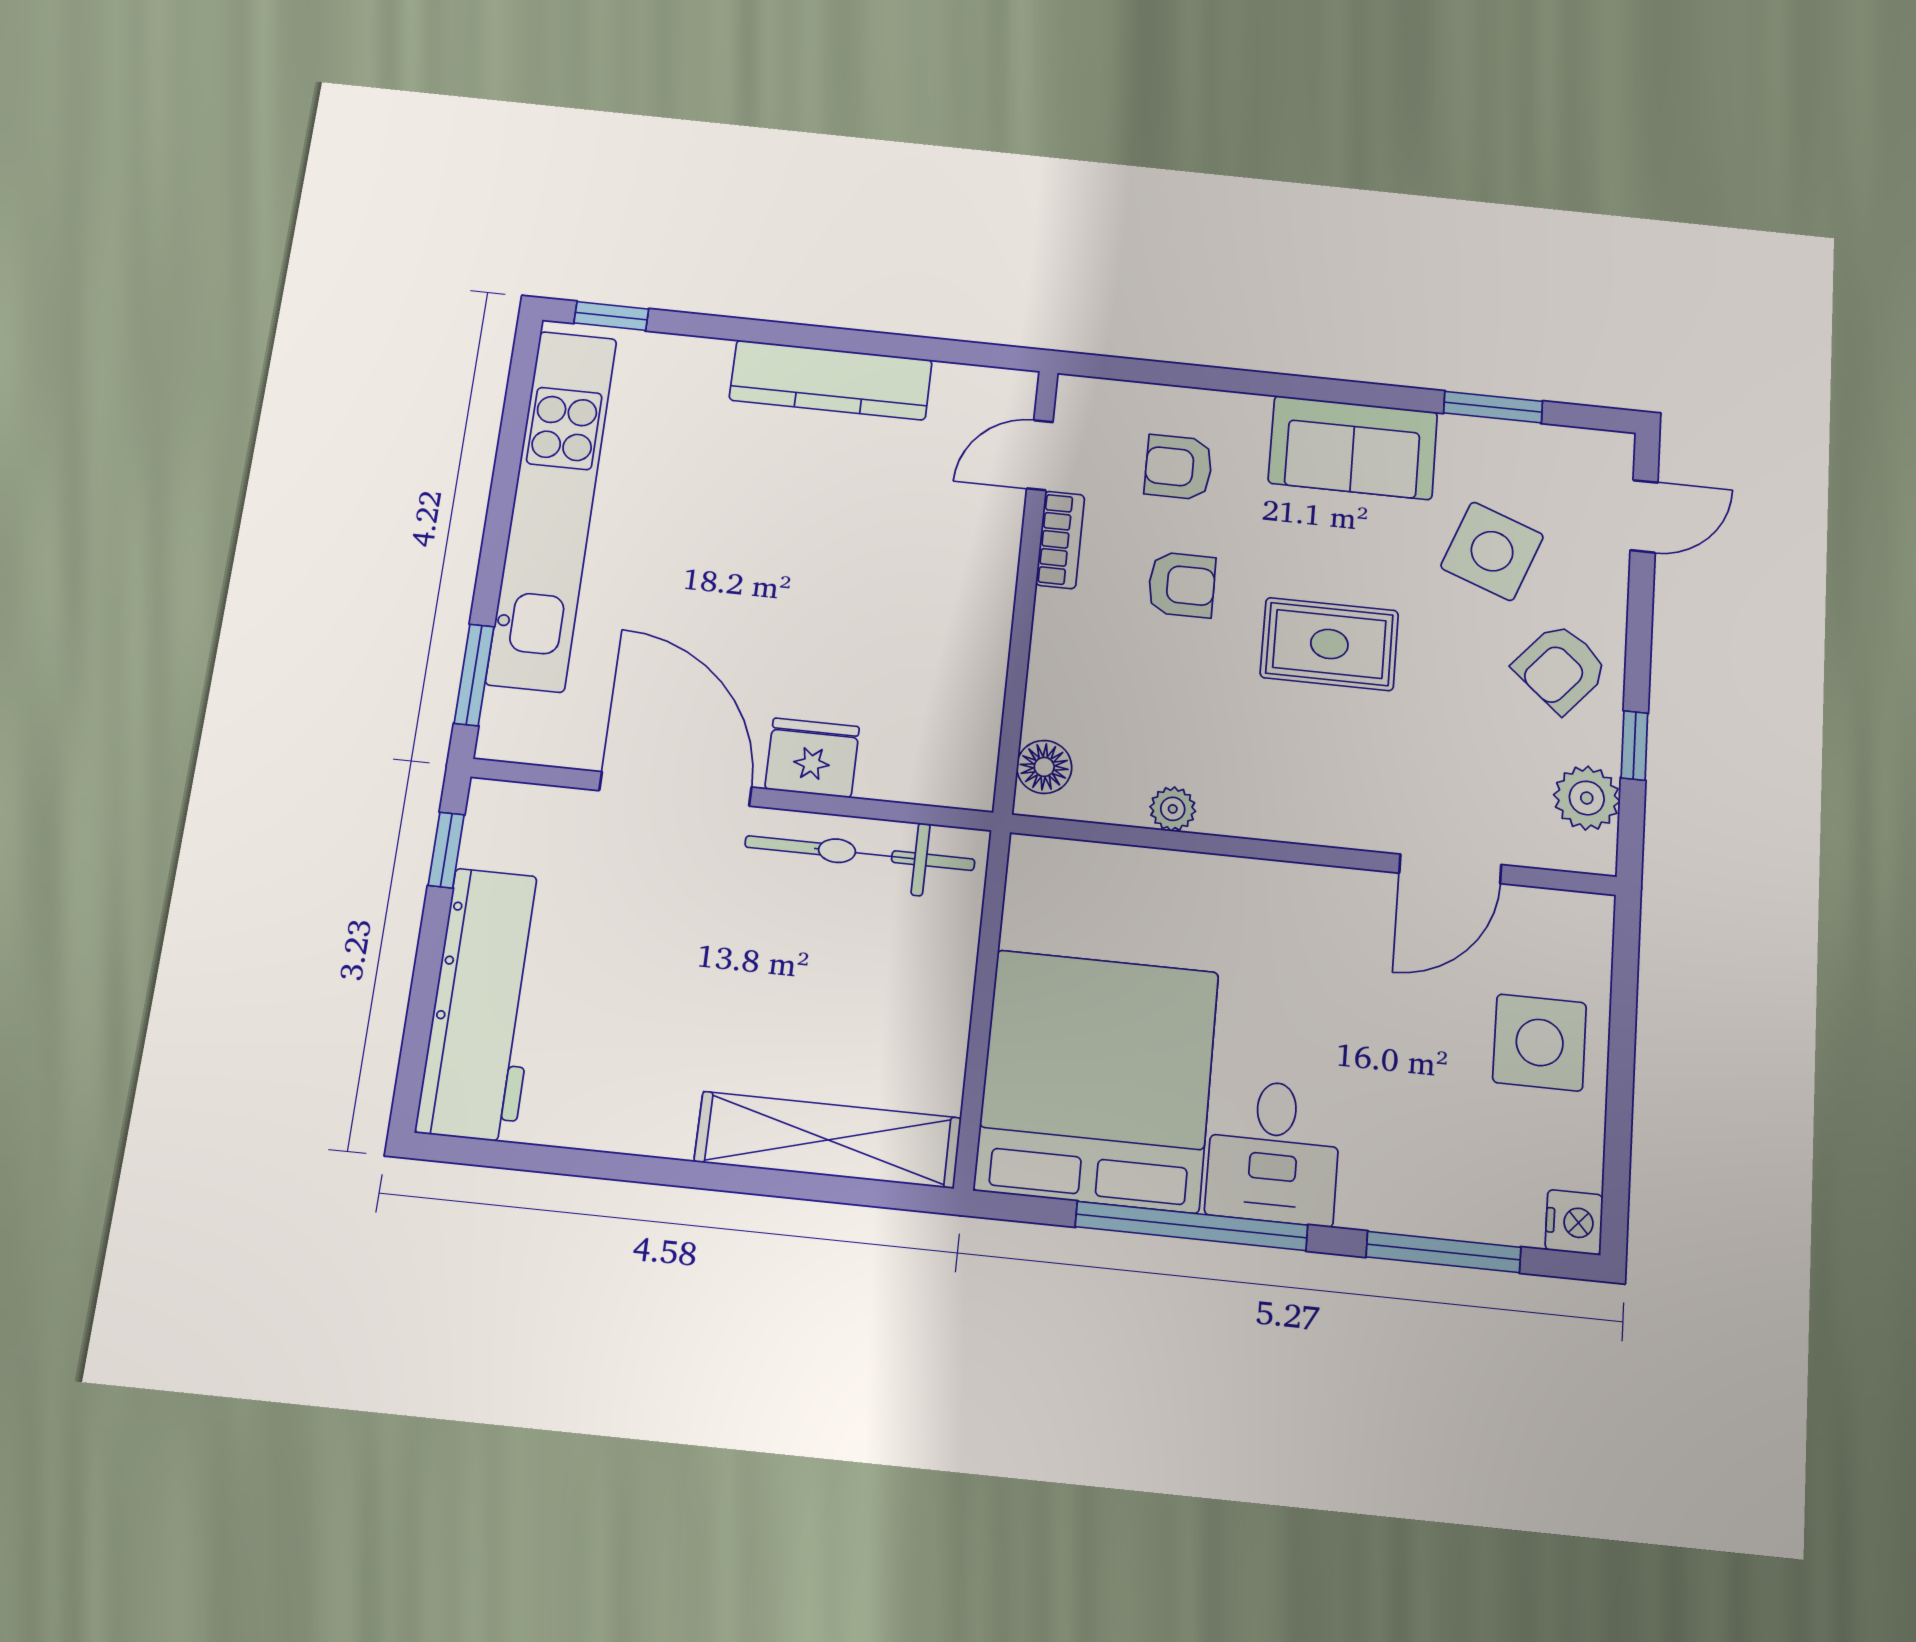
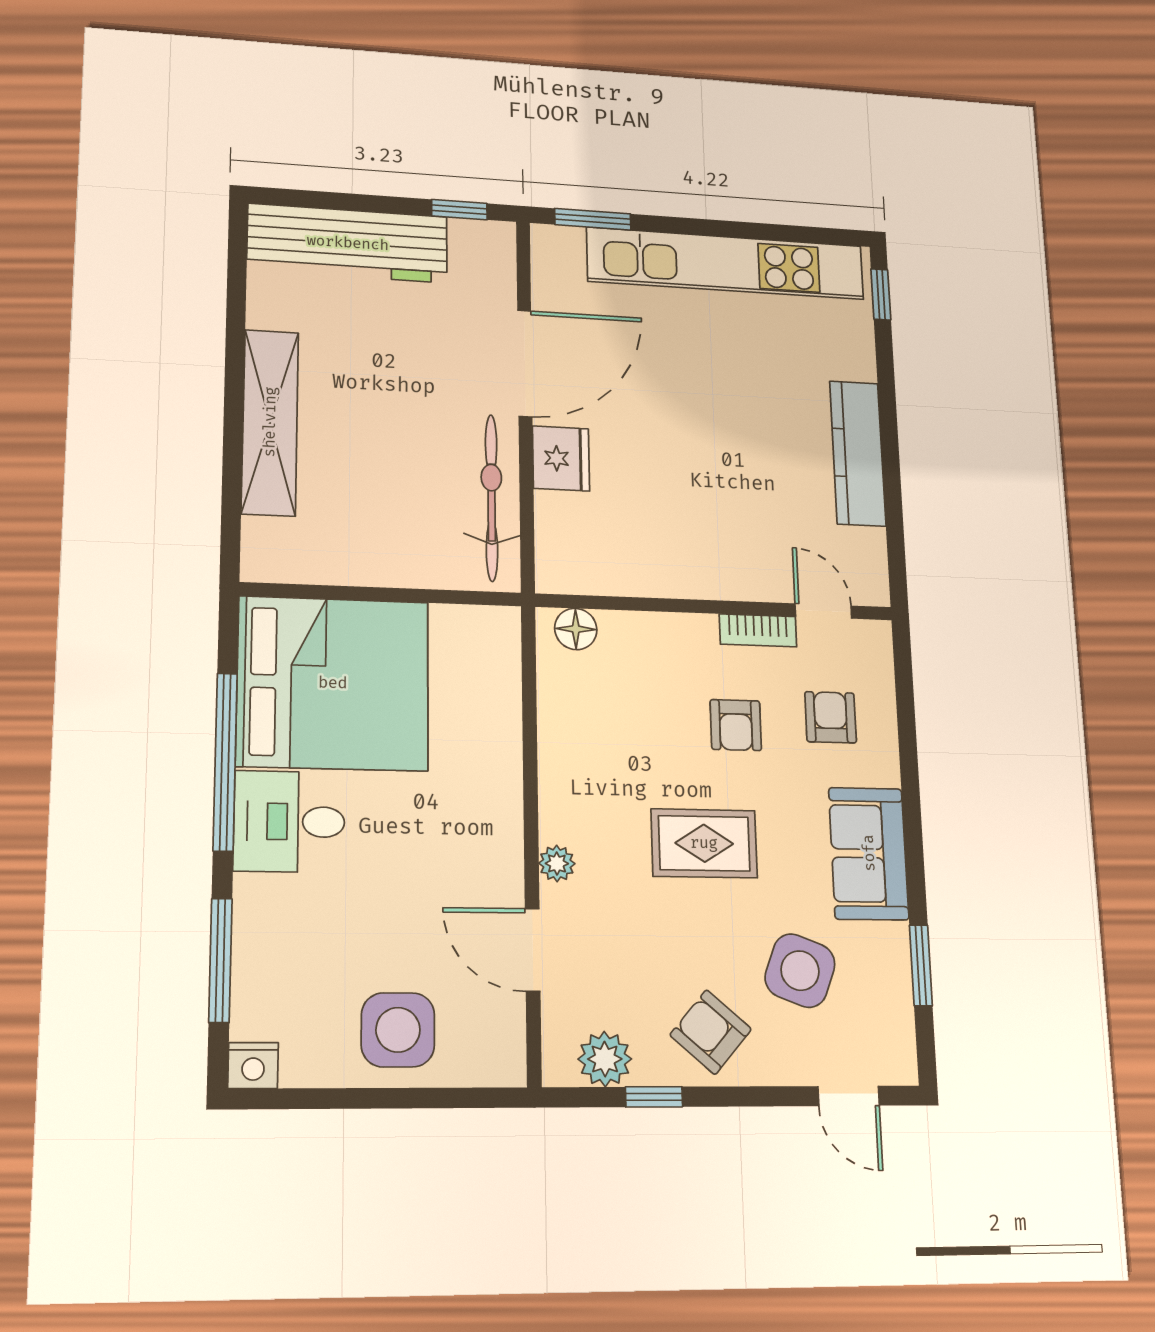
rug: (1329, 644) -> (704, 843), turned 90
plant: (1173, 809) -> (557, 863), moved
shelving: (828, 1140) -> (270, 422), moved

